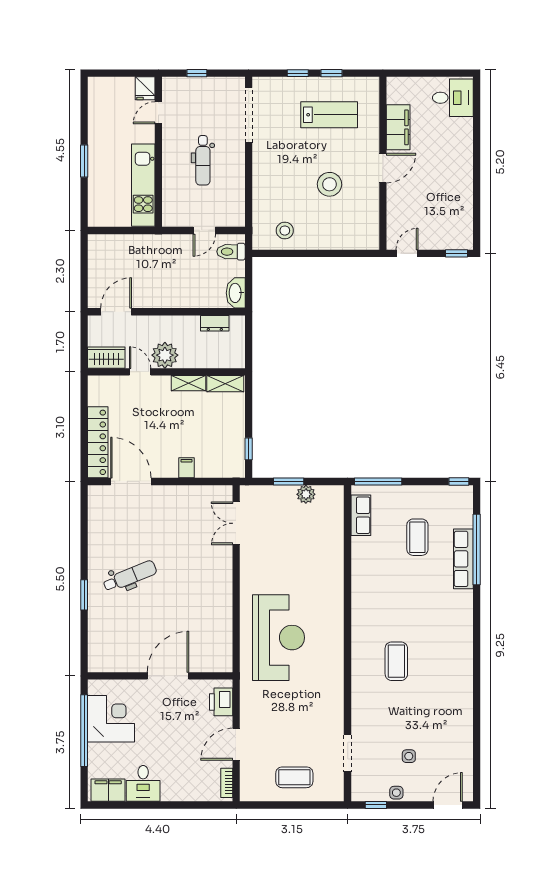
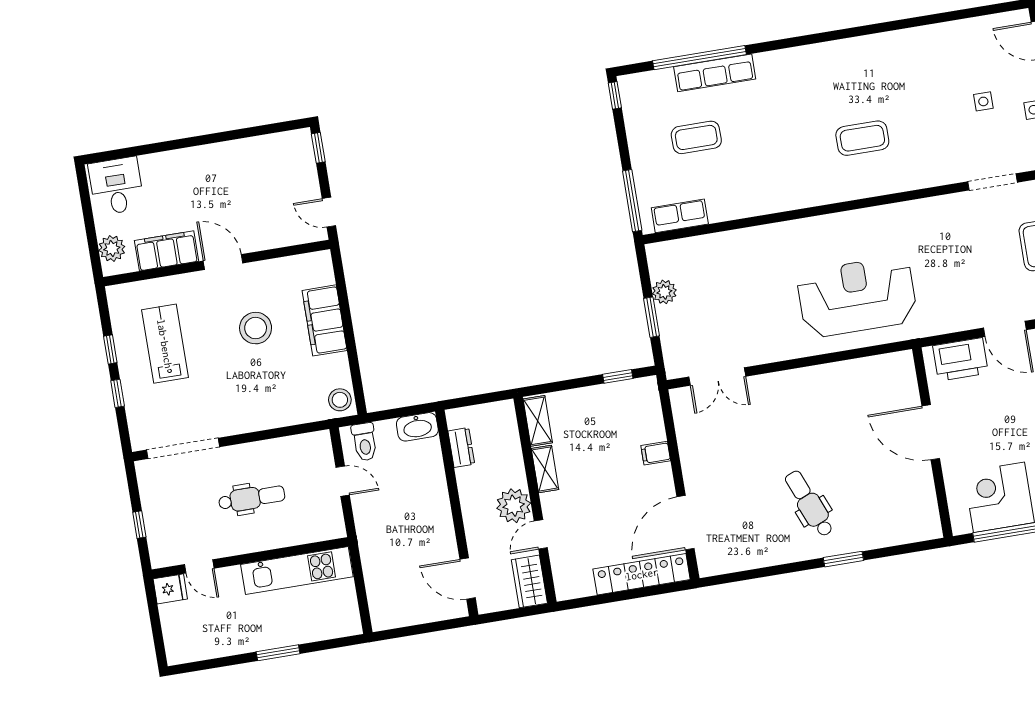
plant: (407, 87) -> (112, 249), added
stool: (285, 231) -> (340, 400), moved
filing cabinet: (327, 237) -> (325, 320), added
printer: (221, 702) -> (960, 359), width x1.37, depth x1.19

